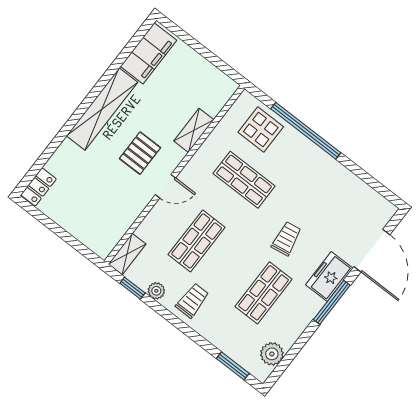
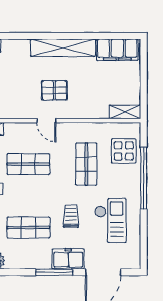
shelving: (194, 130) -> (125, 112), moved
checkout: (323, 201) -> (110, 220), added
trolley: (286, 239) -> (71, 216), turned -81

